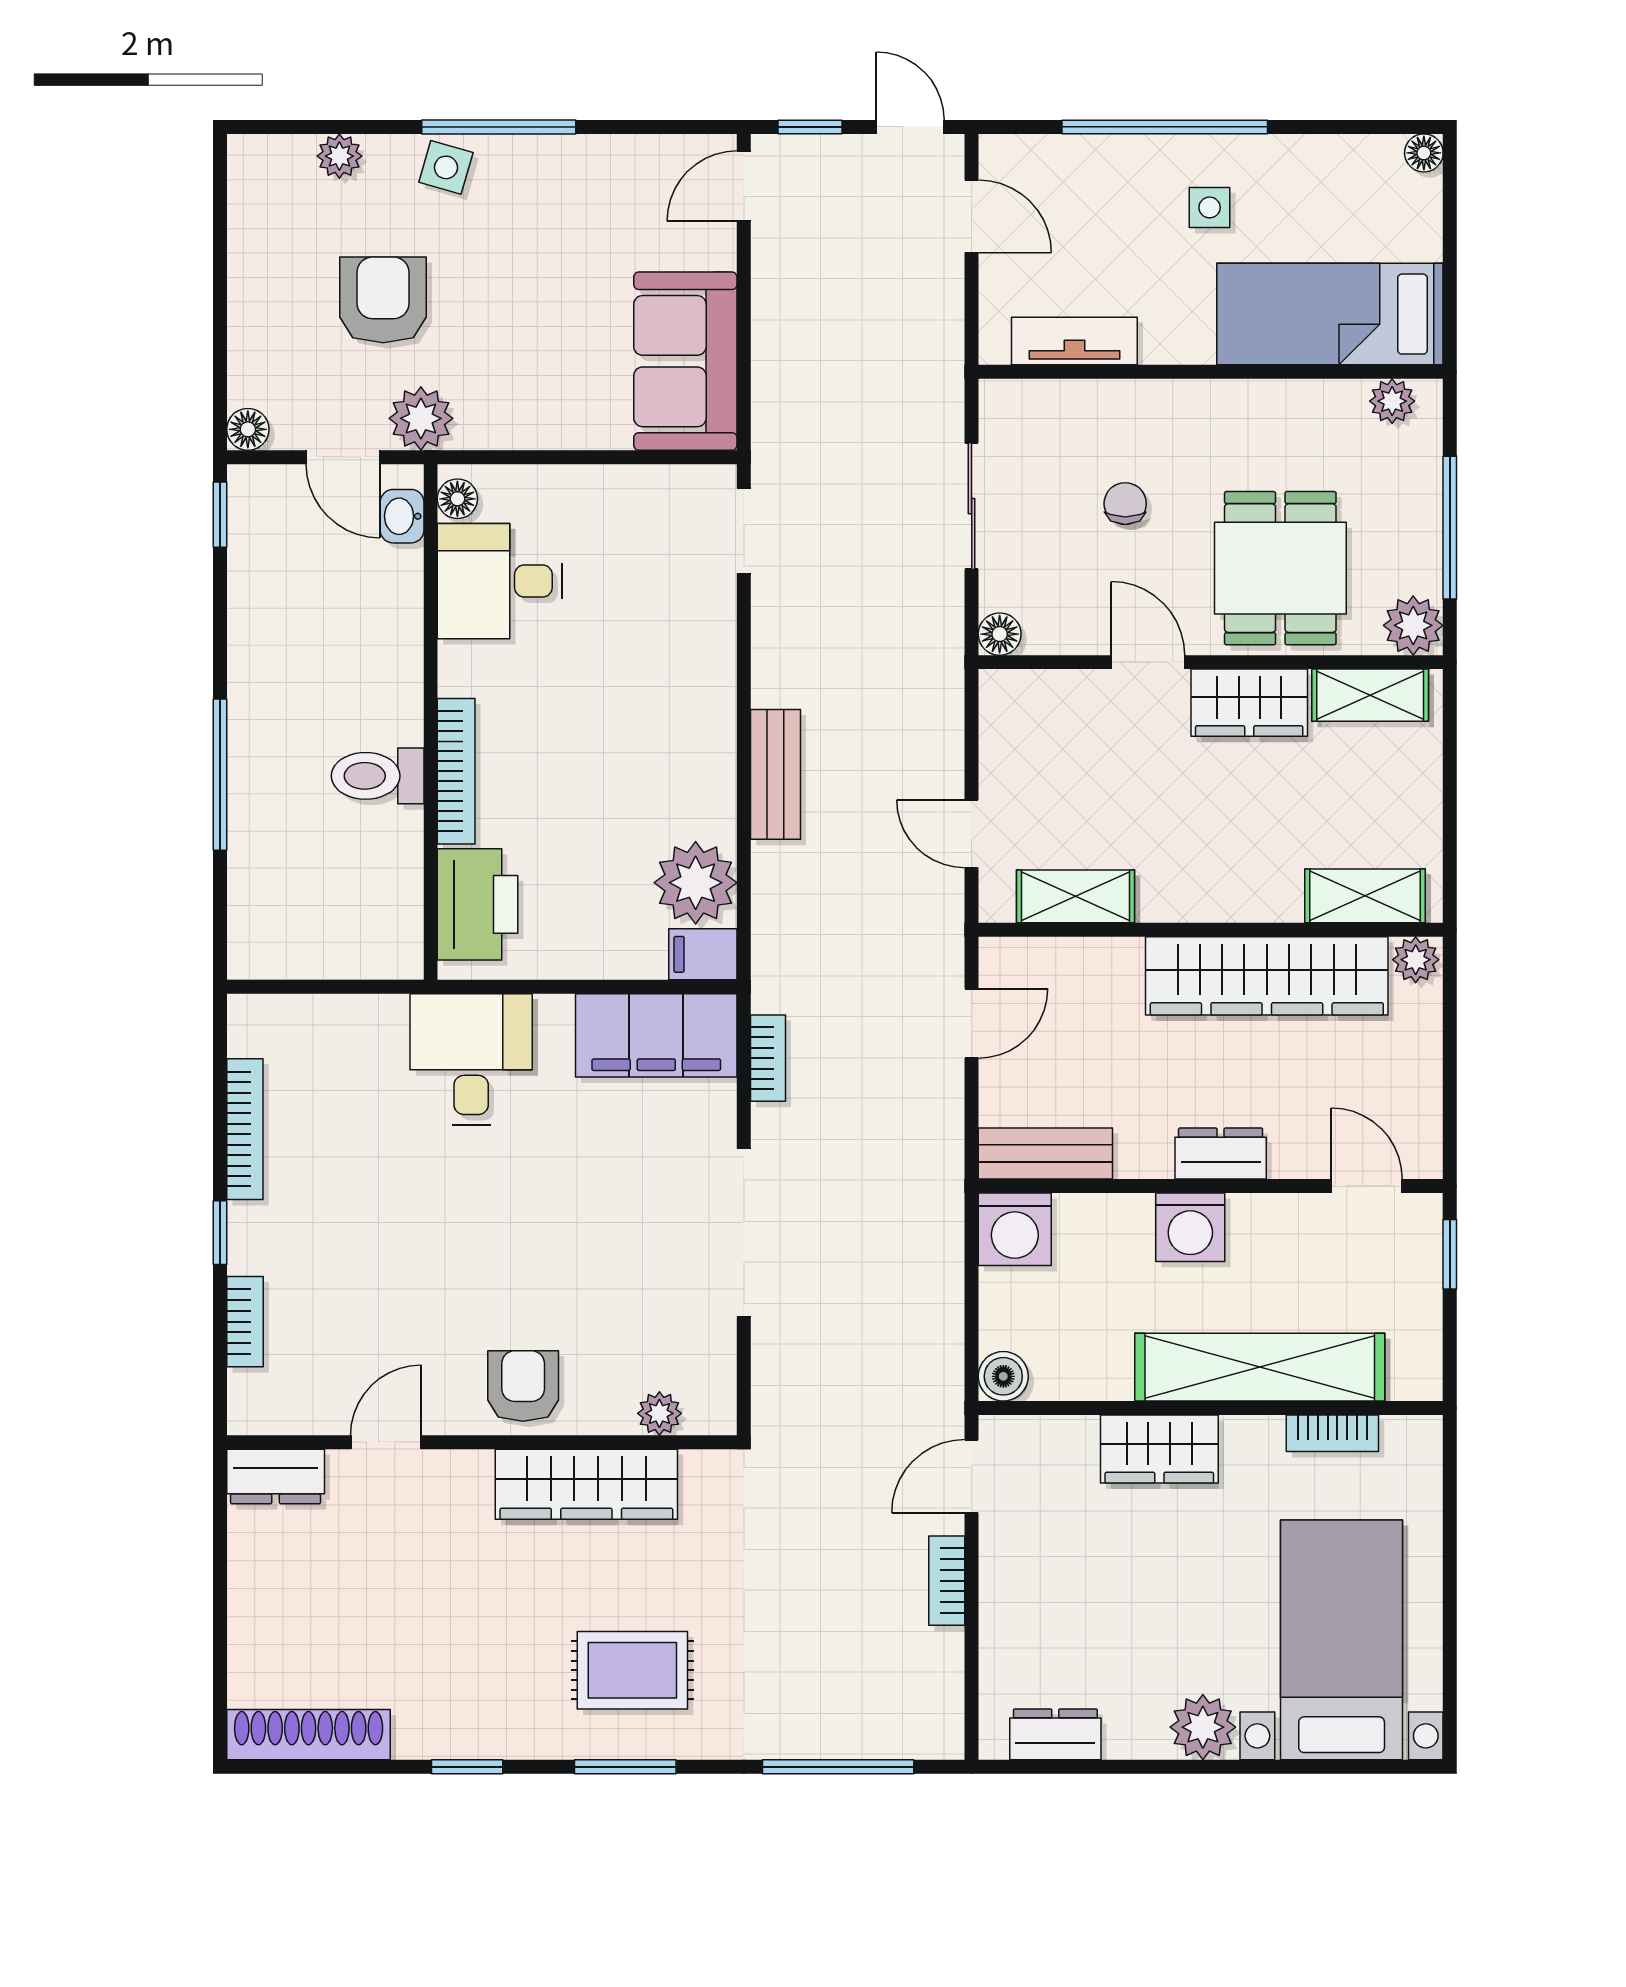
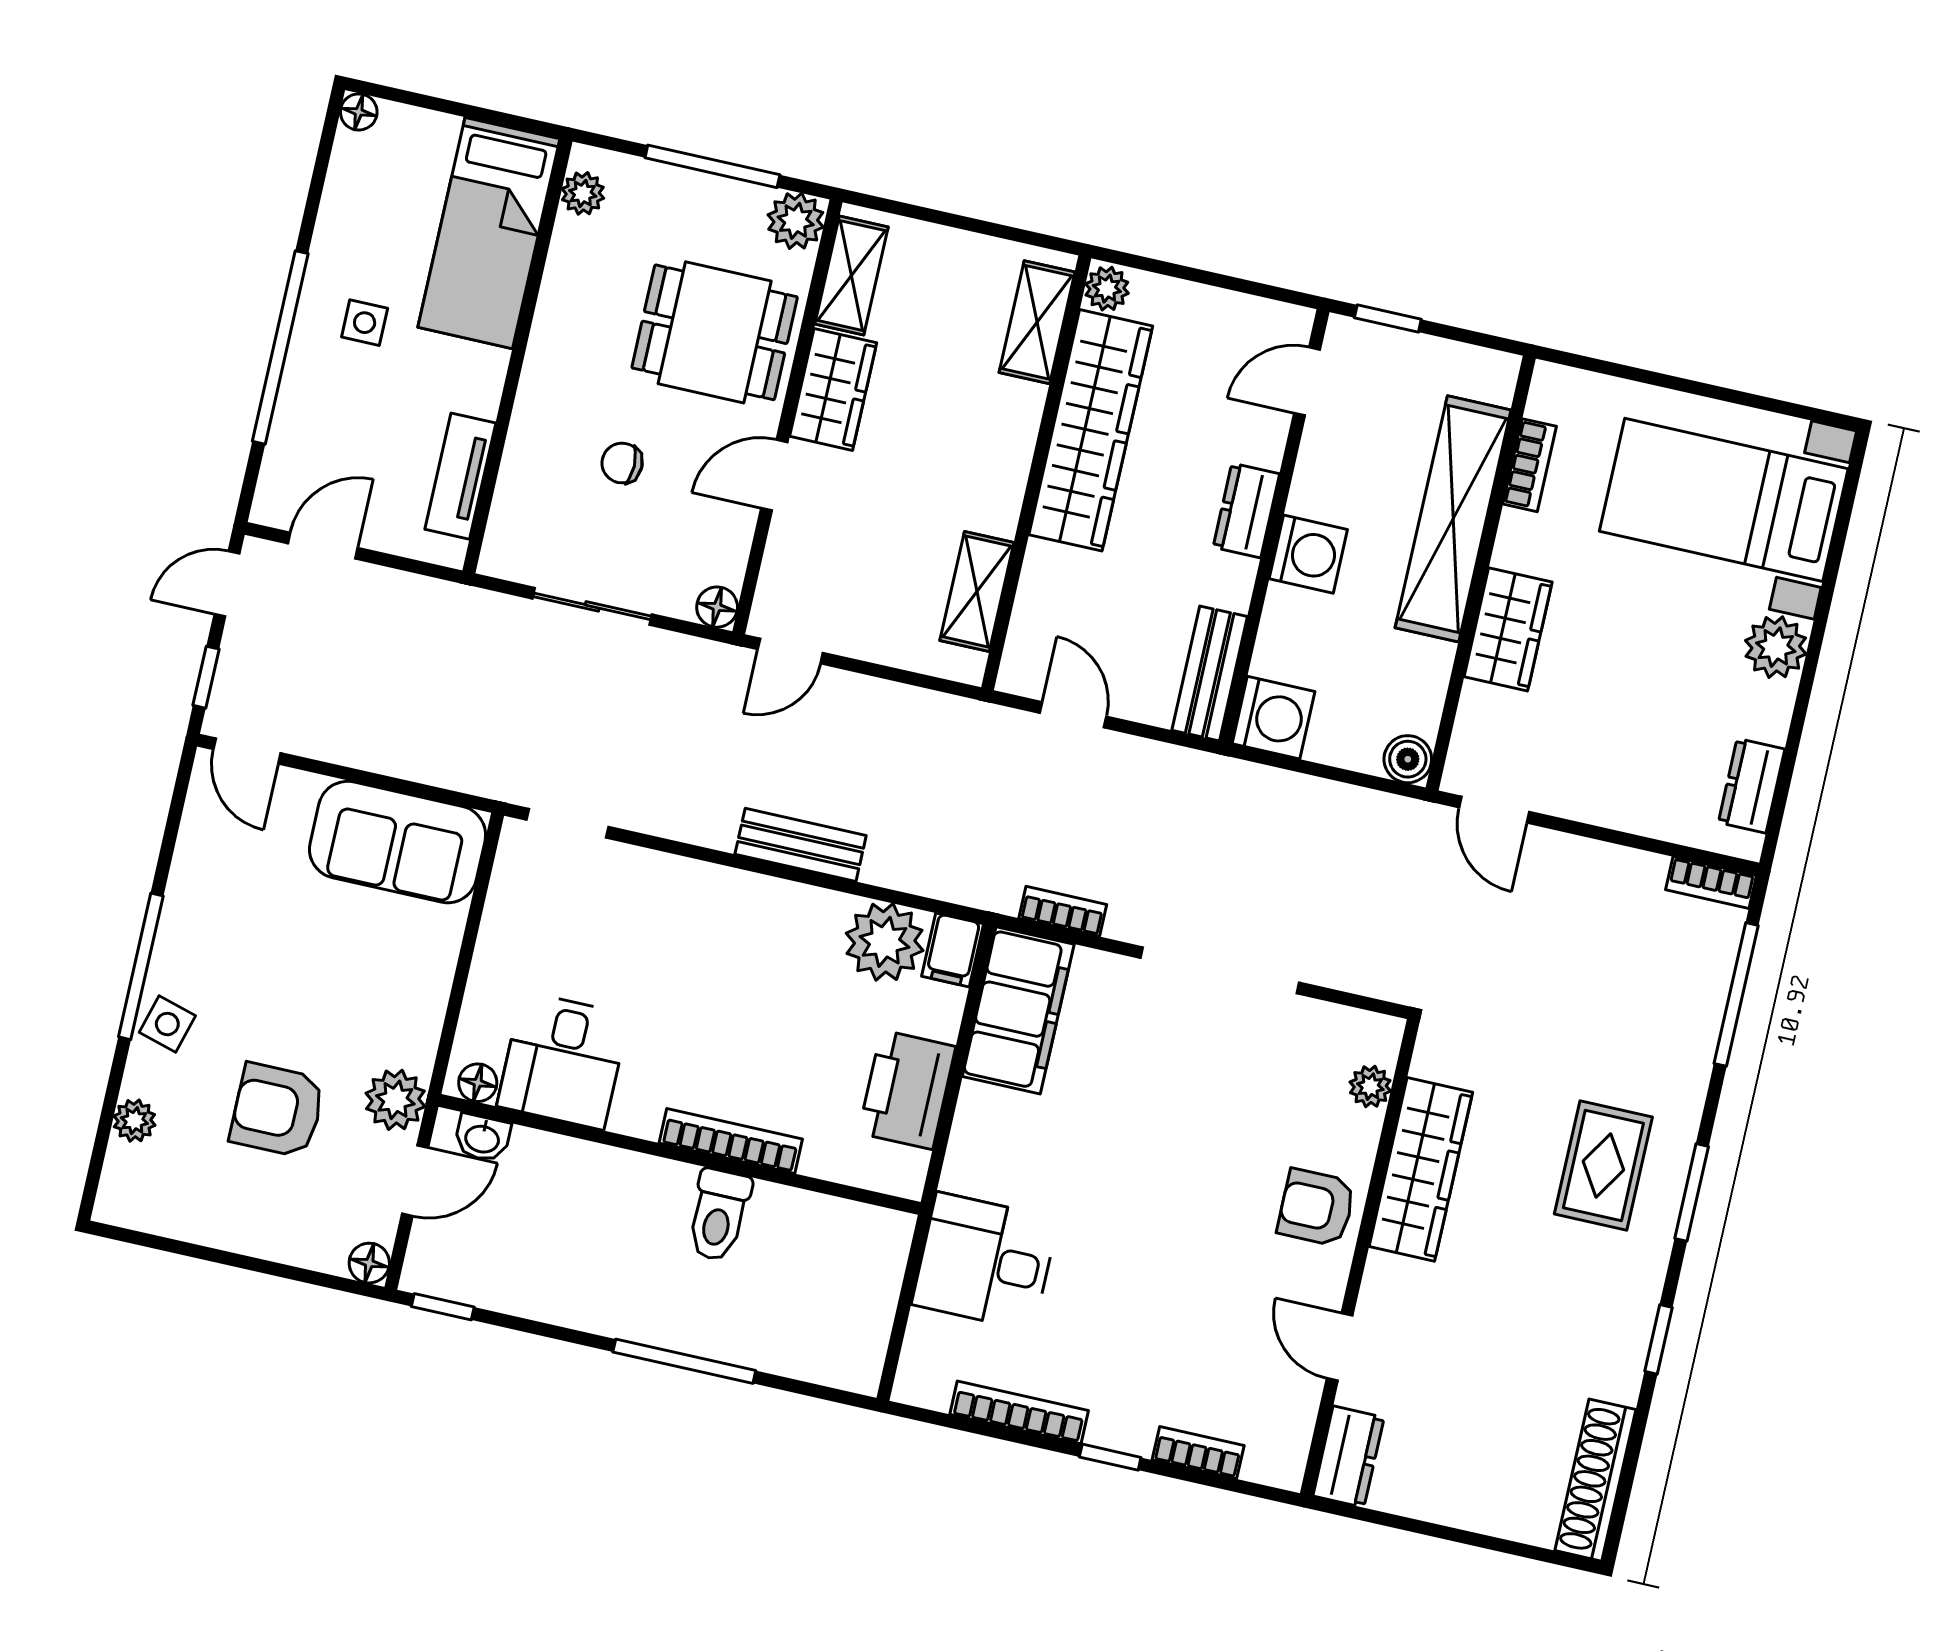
door: (972, 834) -> (790, 651), moved
printer: (478, 904) -> (907, 1090), moved, turned -90
desk: (471, 1059) -> (985, 1262), moved
bookcase: (947, 1581) -> (1711, 883), moved

